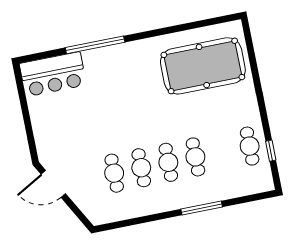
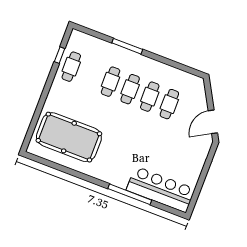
bar counter: (53, 74) -> (161, 189), width x1.36
door: (53, 184) -> (213, 122), swing flipped

